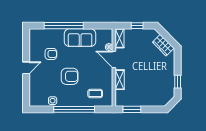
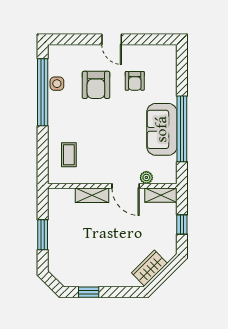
window: (64, 26) -> (182, 129), moved
door: (114, 59) -> (126, 186), swing flipped
armchair: (70, 76) -> (96, 85), moved
window: (74, 109) -> (43, 92), moved
window: (132, 109) -> (43, 235), moved

